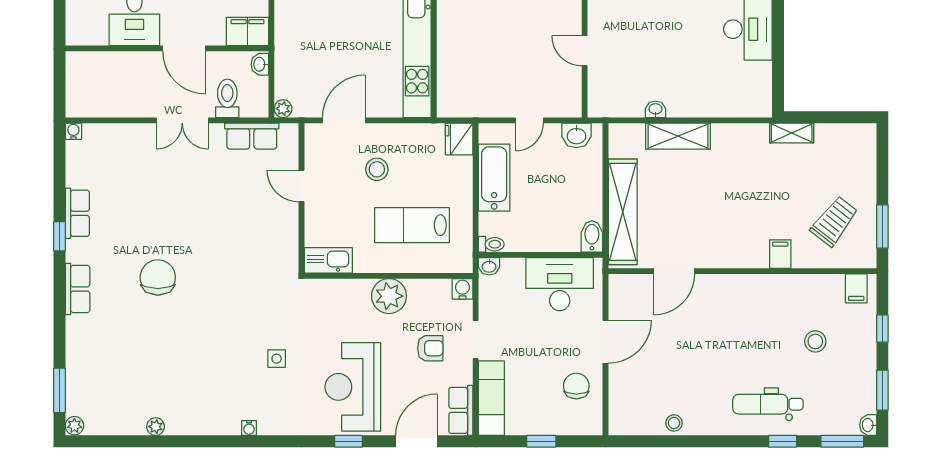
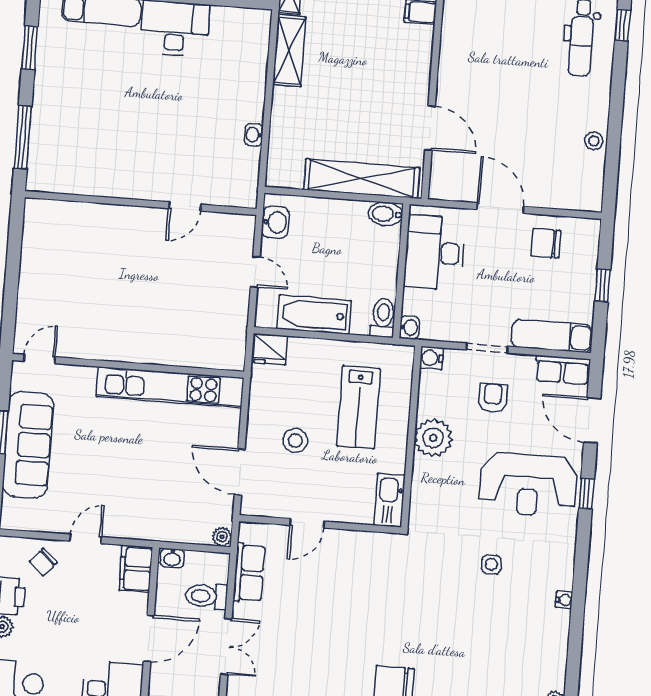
shelving: (678, 136) -> (289, 51), moved
toilet: (491, 244) -> (383, 318), width x1.37, depth x1.39

